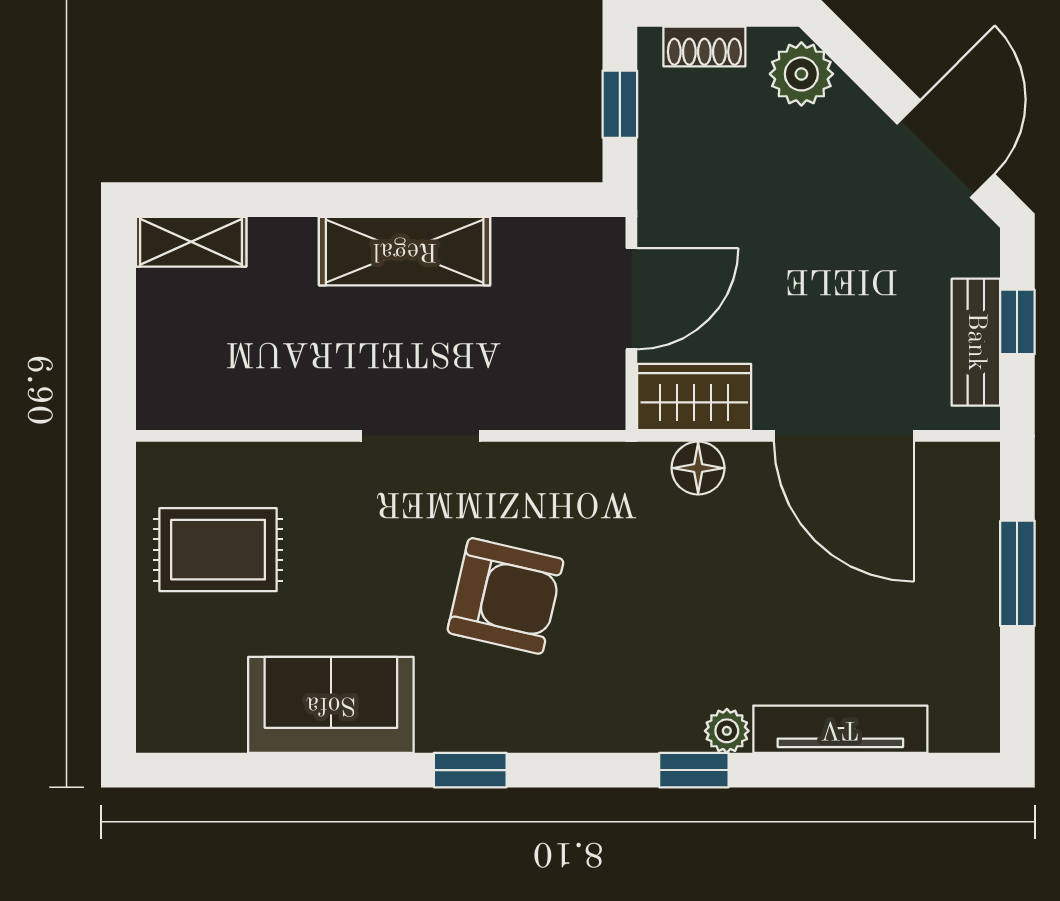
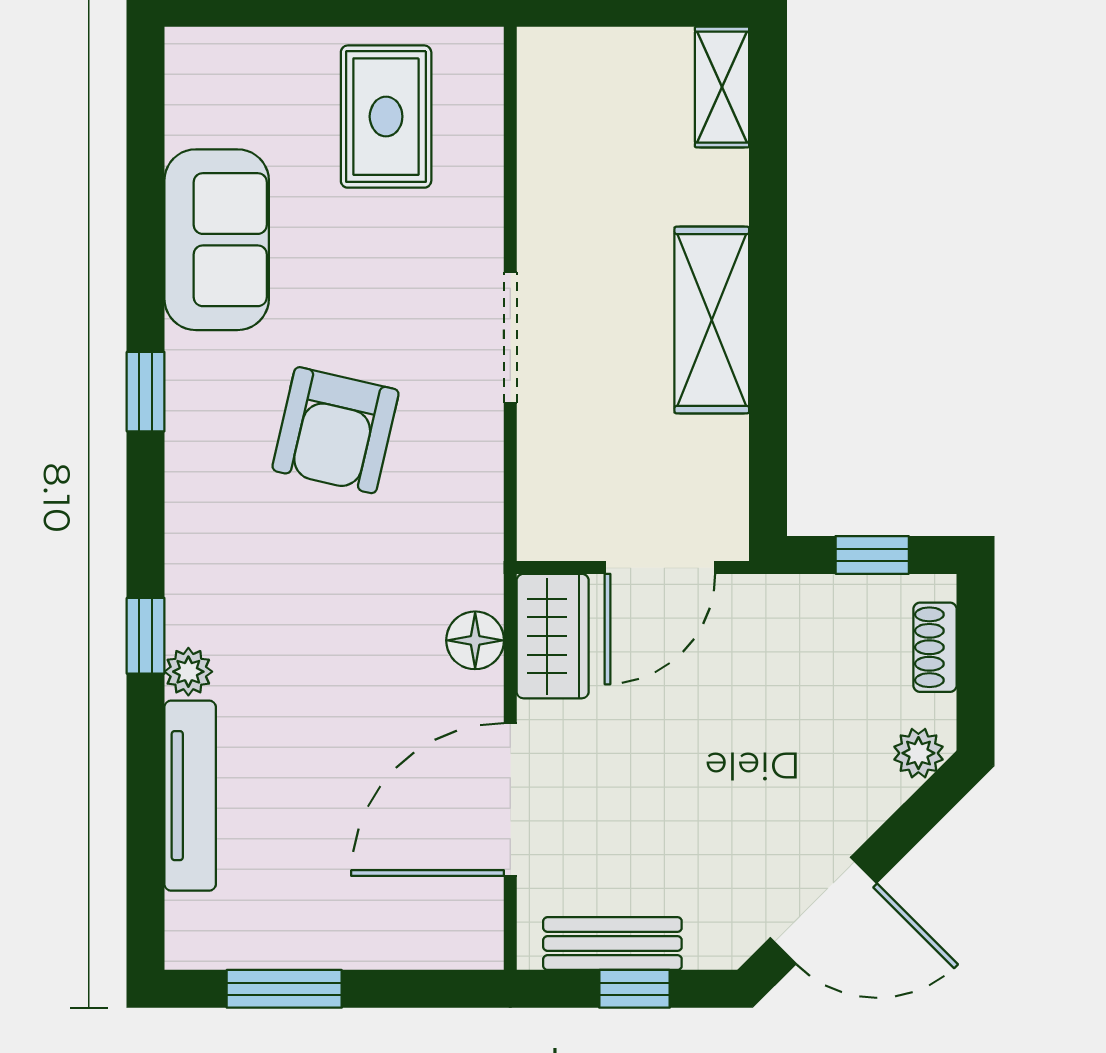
plant: (801, 74) -> (918, 753), width x0.73, depth x0.73
door: (631, 299) -> (660, 568), hinge flipped
window: (1017, 573) -> (284, 989), moved

